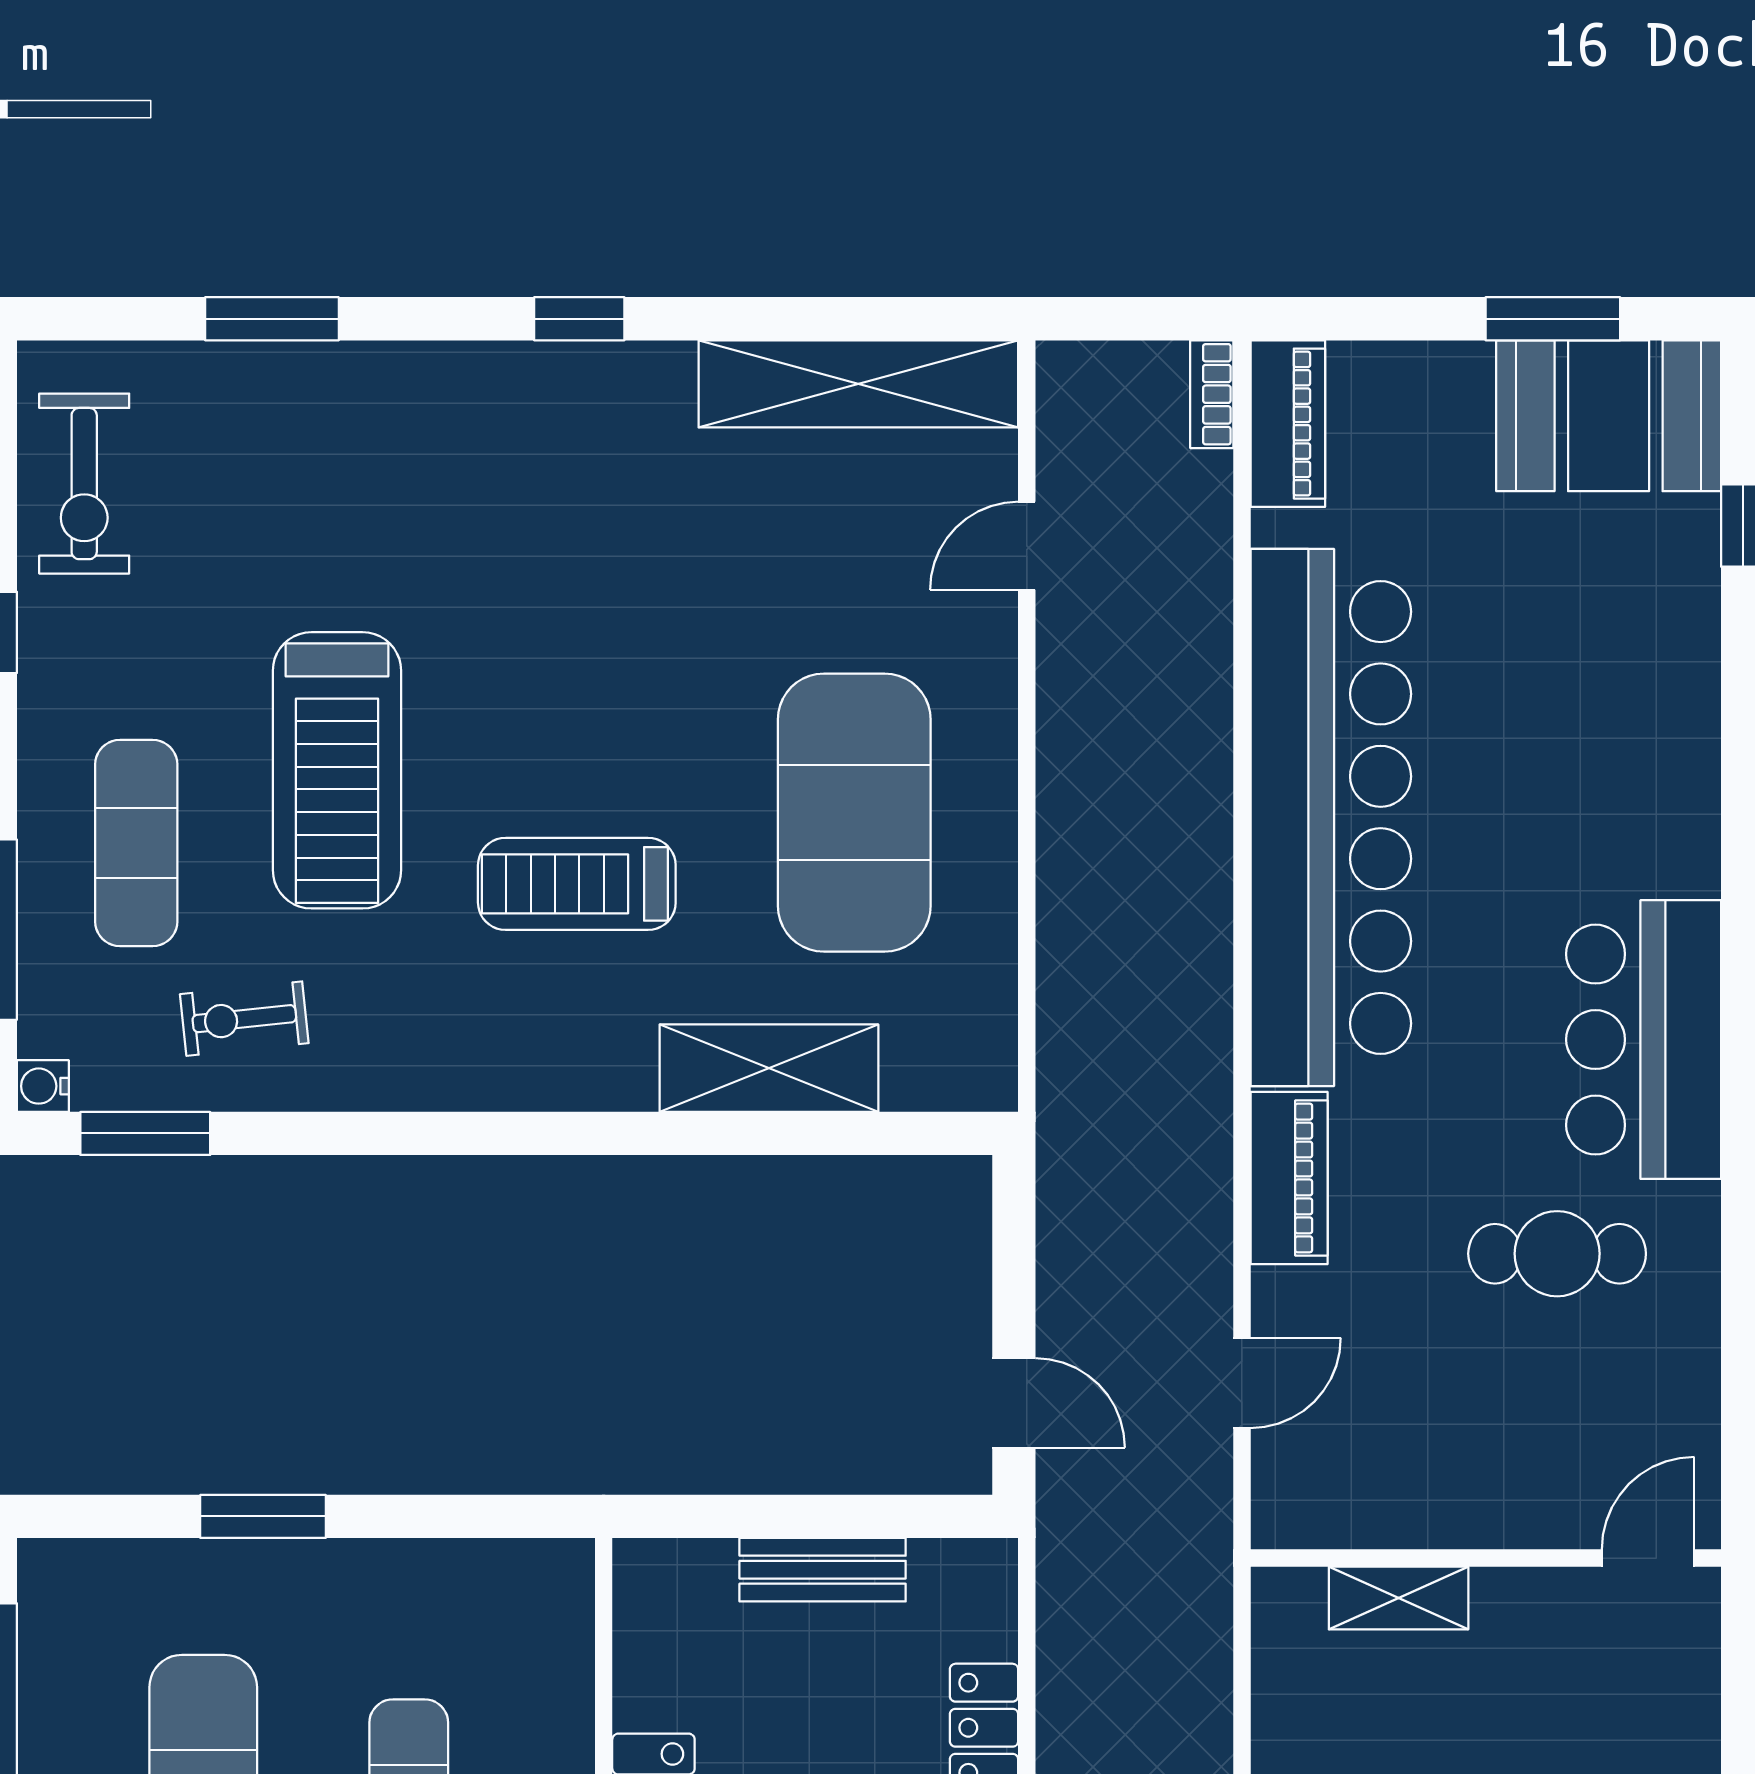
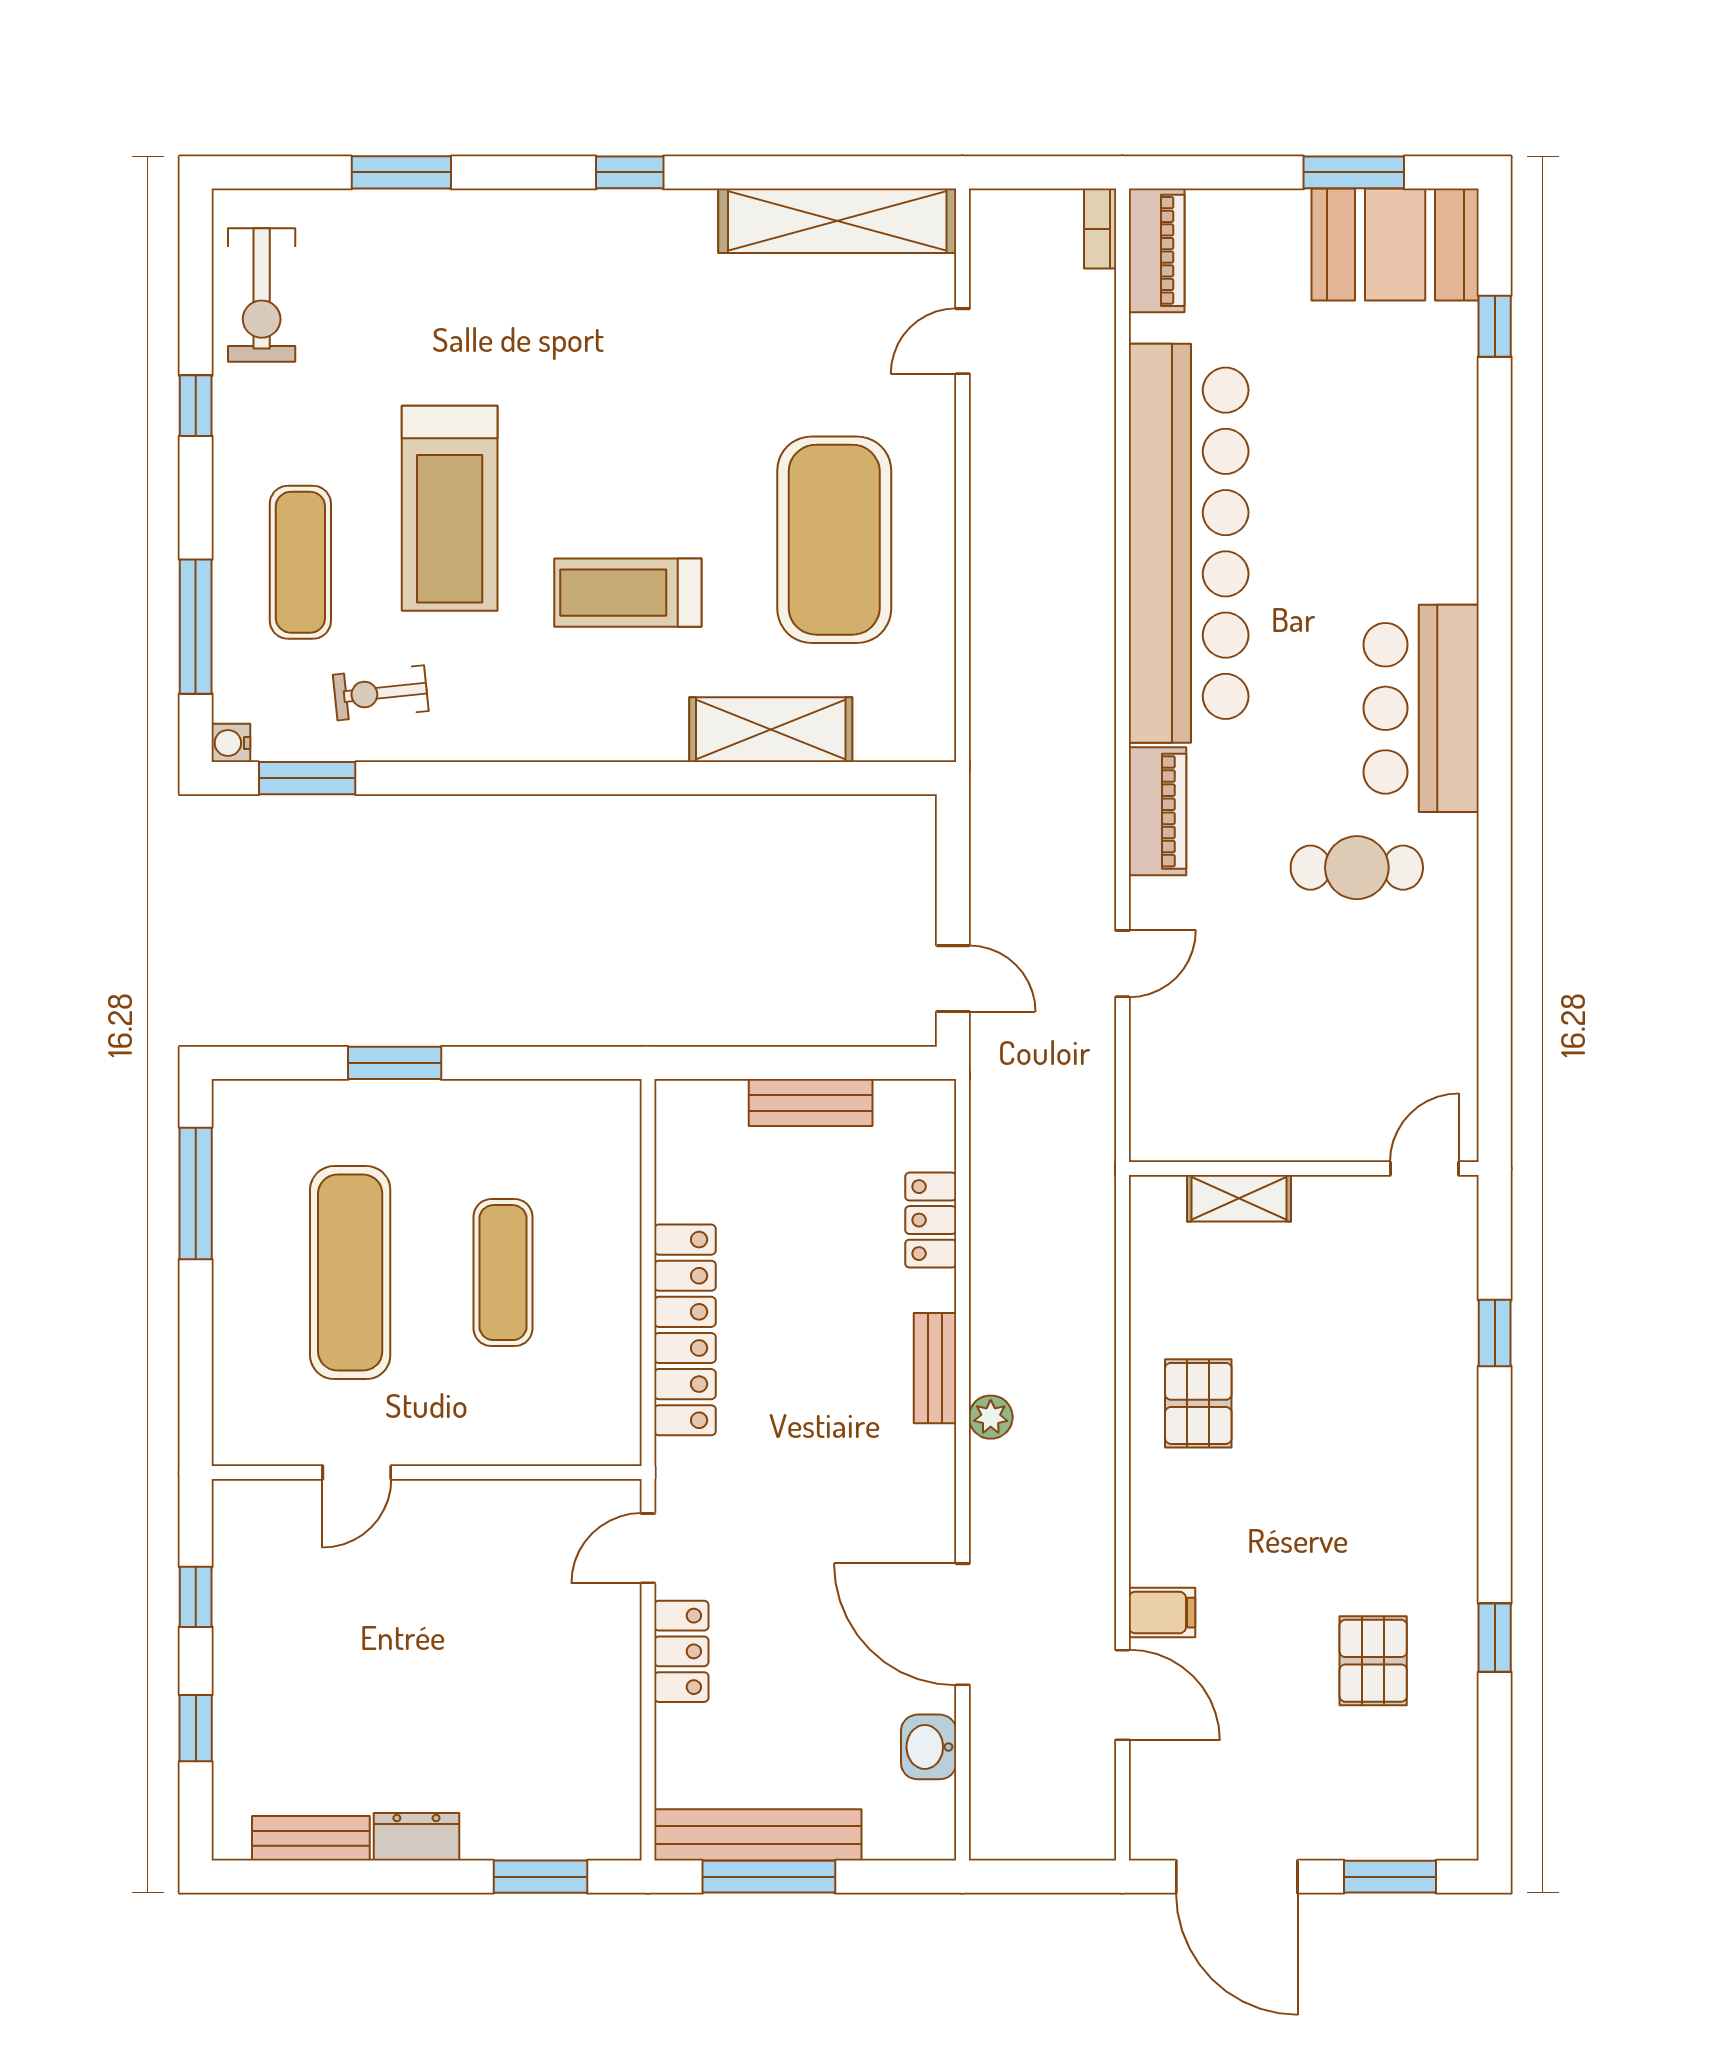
wall: (1486, 1558) -> (1304, 1169), moved
door: (1648, 1558) -> (1425, 1169), moved
shelving: (1399, 1598) -> (1239, 1198), moved

